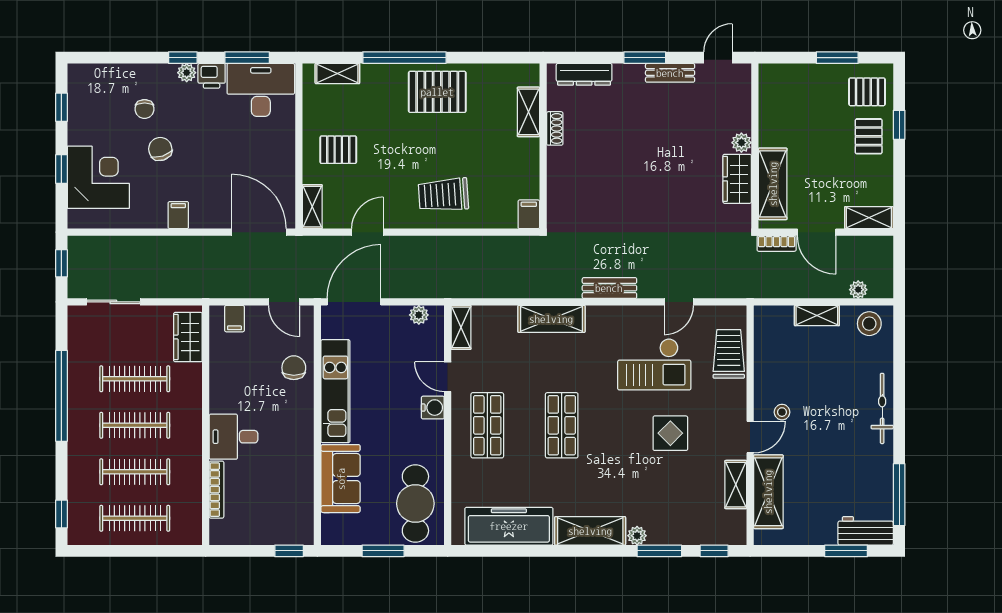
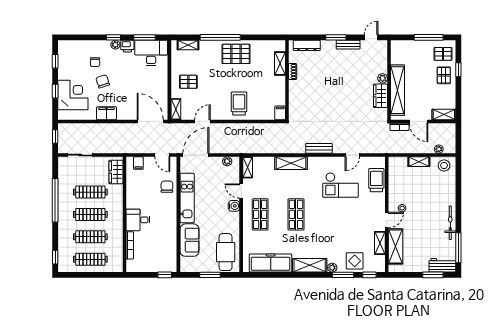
window: (837, 58) -> (429, 37), width x1.44
shelving: (773, 184) -> (398, 90), width x1.47
trolley: (443, 195) -> (239, 103), turned 94
filing cabinet: (178, 215) -> (106, 113), width x2.00
bicycle: (882, 408) -> (450, 223), moved
display table: (670, 433) -> (355, 261), moved

